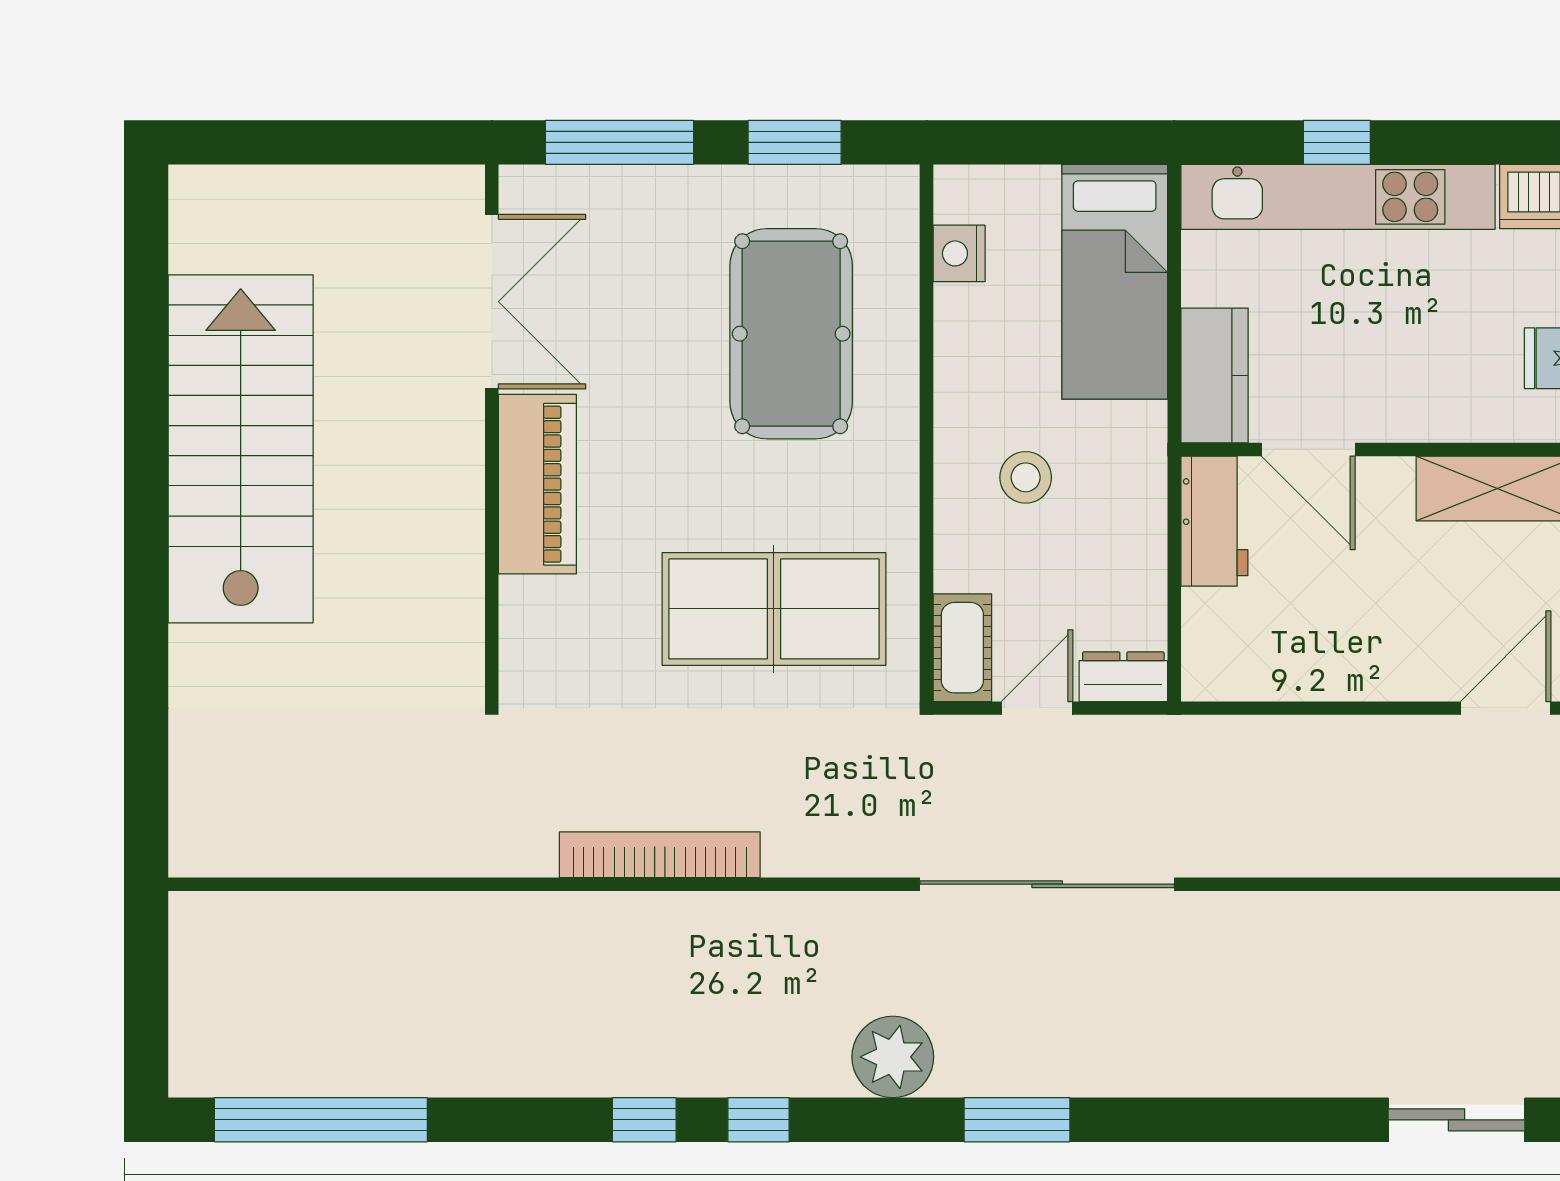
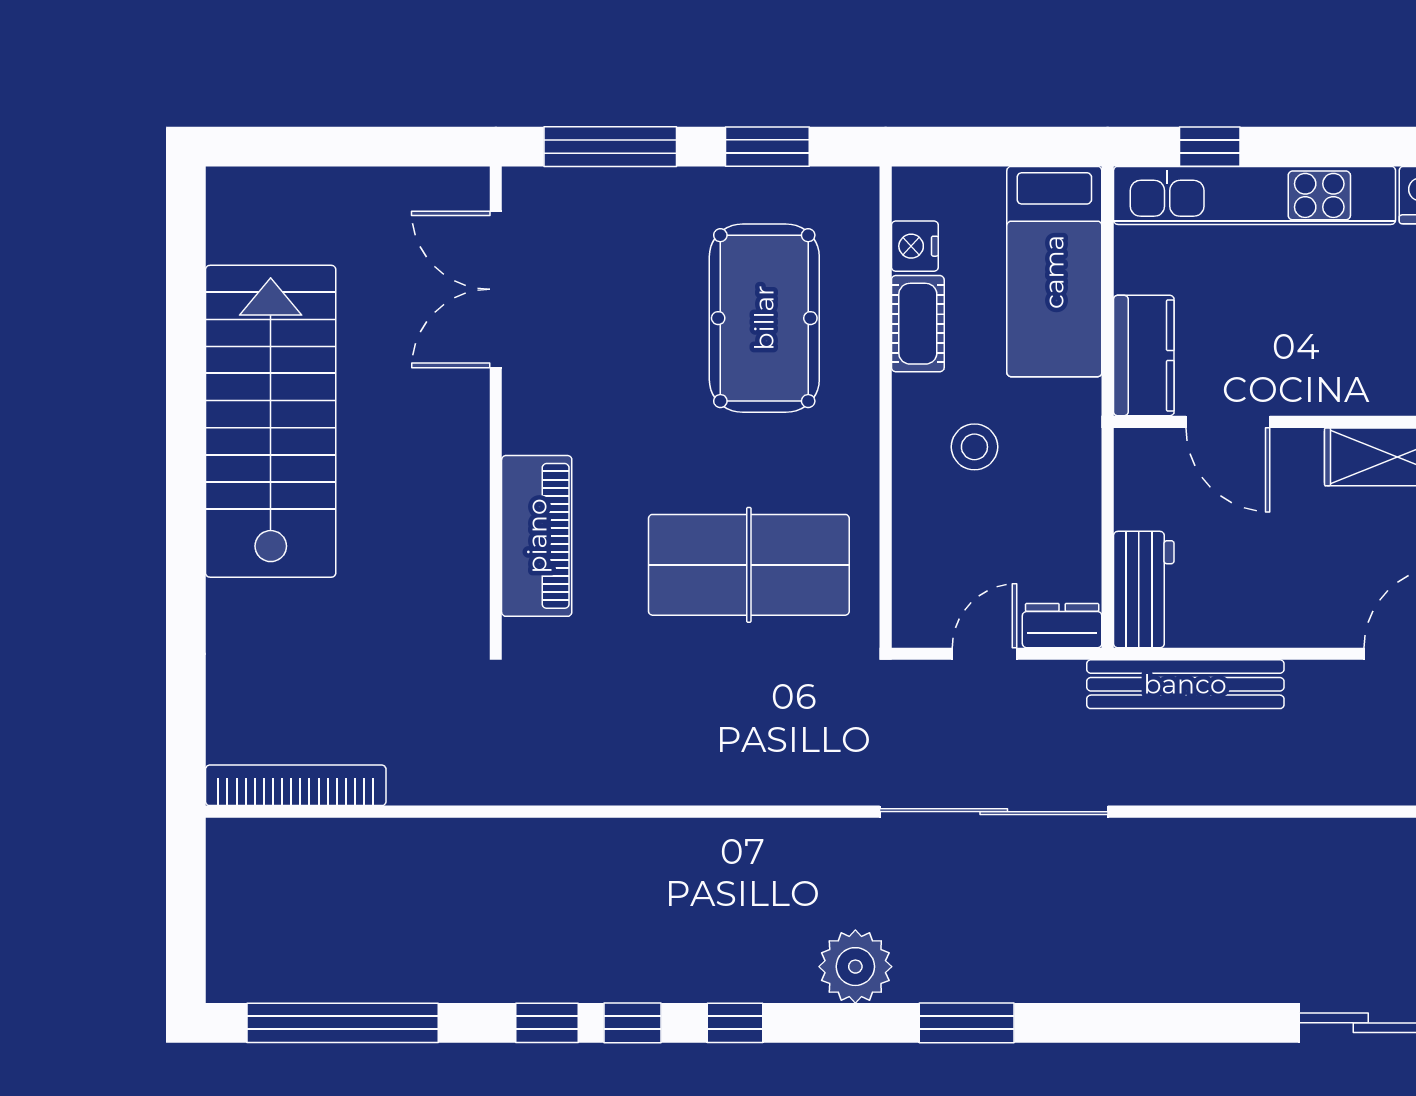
window: (1337, 142) -> (1210, 147), moved
double door: (492, 302) -> (496, 289), swing flipped
piano: (537, 484) -> (537, 536), moved
workbench: (1214, 521) -> (1144, 590), moved
cot: (962, 648) -> (918, 324), moved
bench: (1261, 742) -> (1185, 684), added
bookcase: (660, 855) -> (296, 785), moved
window: (549, 1120) -> (547, 1023), added

